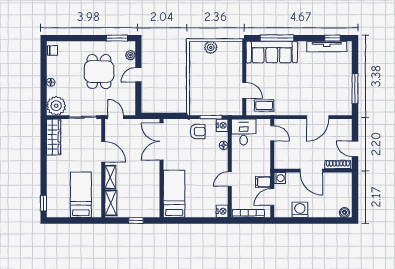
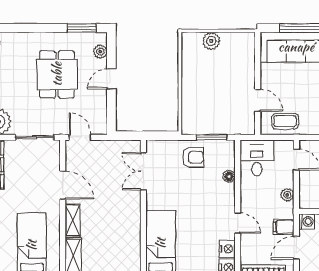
nightstand: (222, 125) -> (227, 249), moved
double door: (162, 142) -> (143, 171), width x0.73
plant: (266, 159) -> (287, 195), added
door: (230, 179) -> (238, 223), swing flipped

